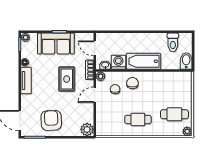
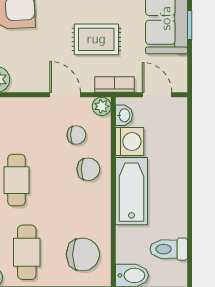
door: (95, 48) -> (157, 95), hinge flipped
chair: (176, 86) -> (83, 254), added

